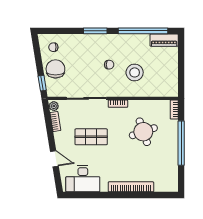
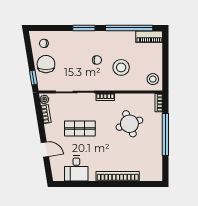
stool: (168, 85) -> (153, 79), added
desk: (83, 179) -> (76, 168), width x0.73

